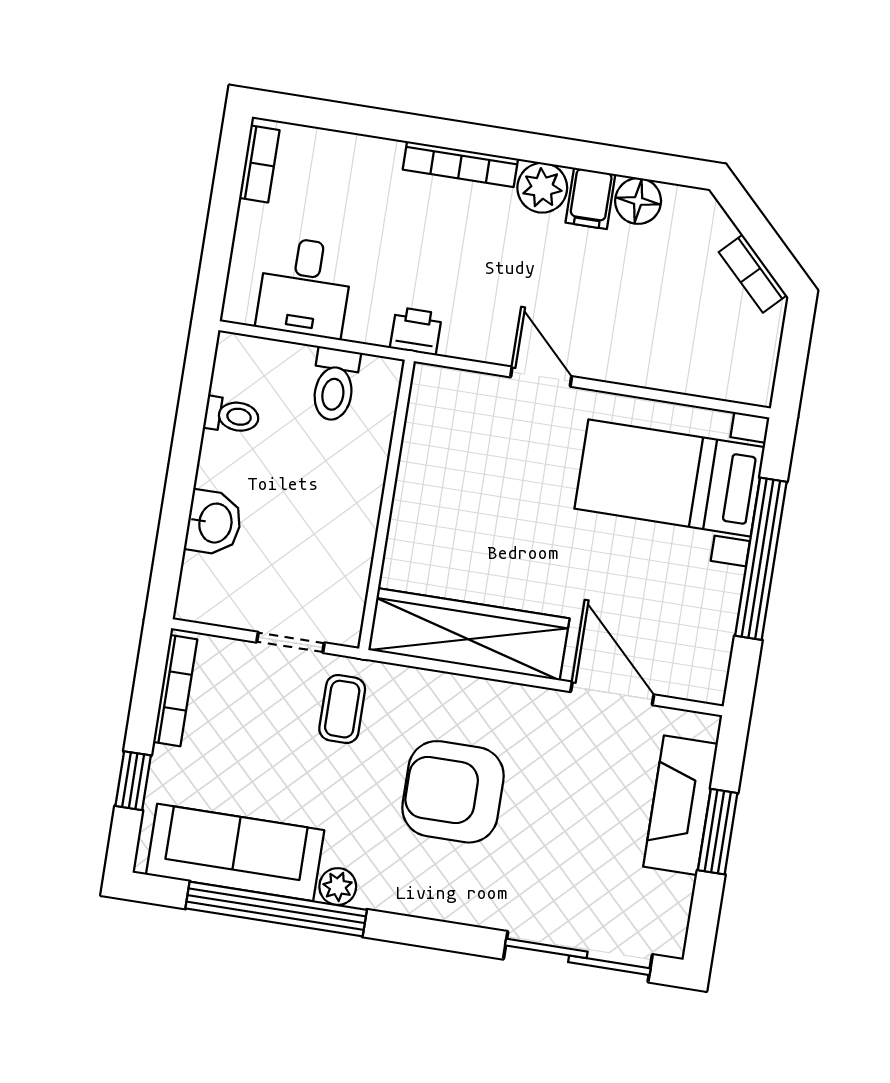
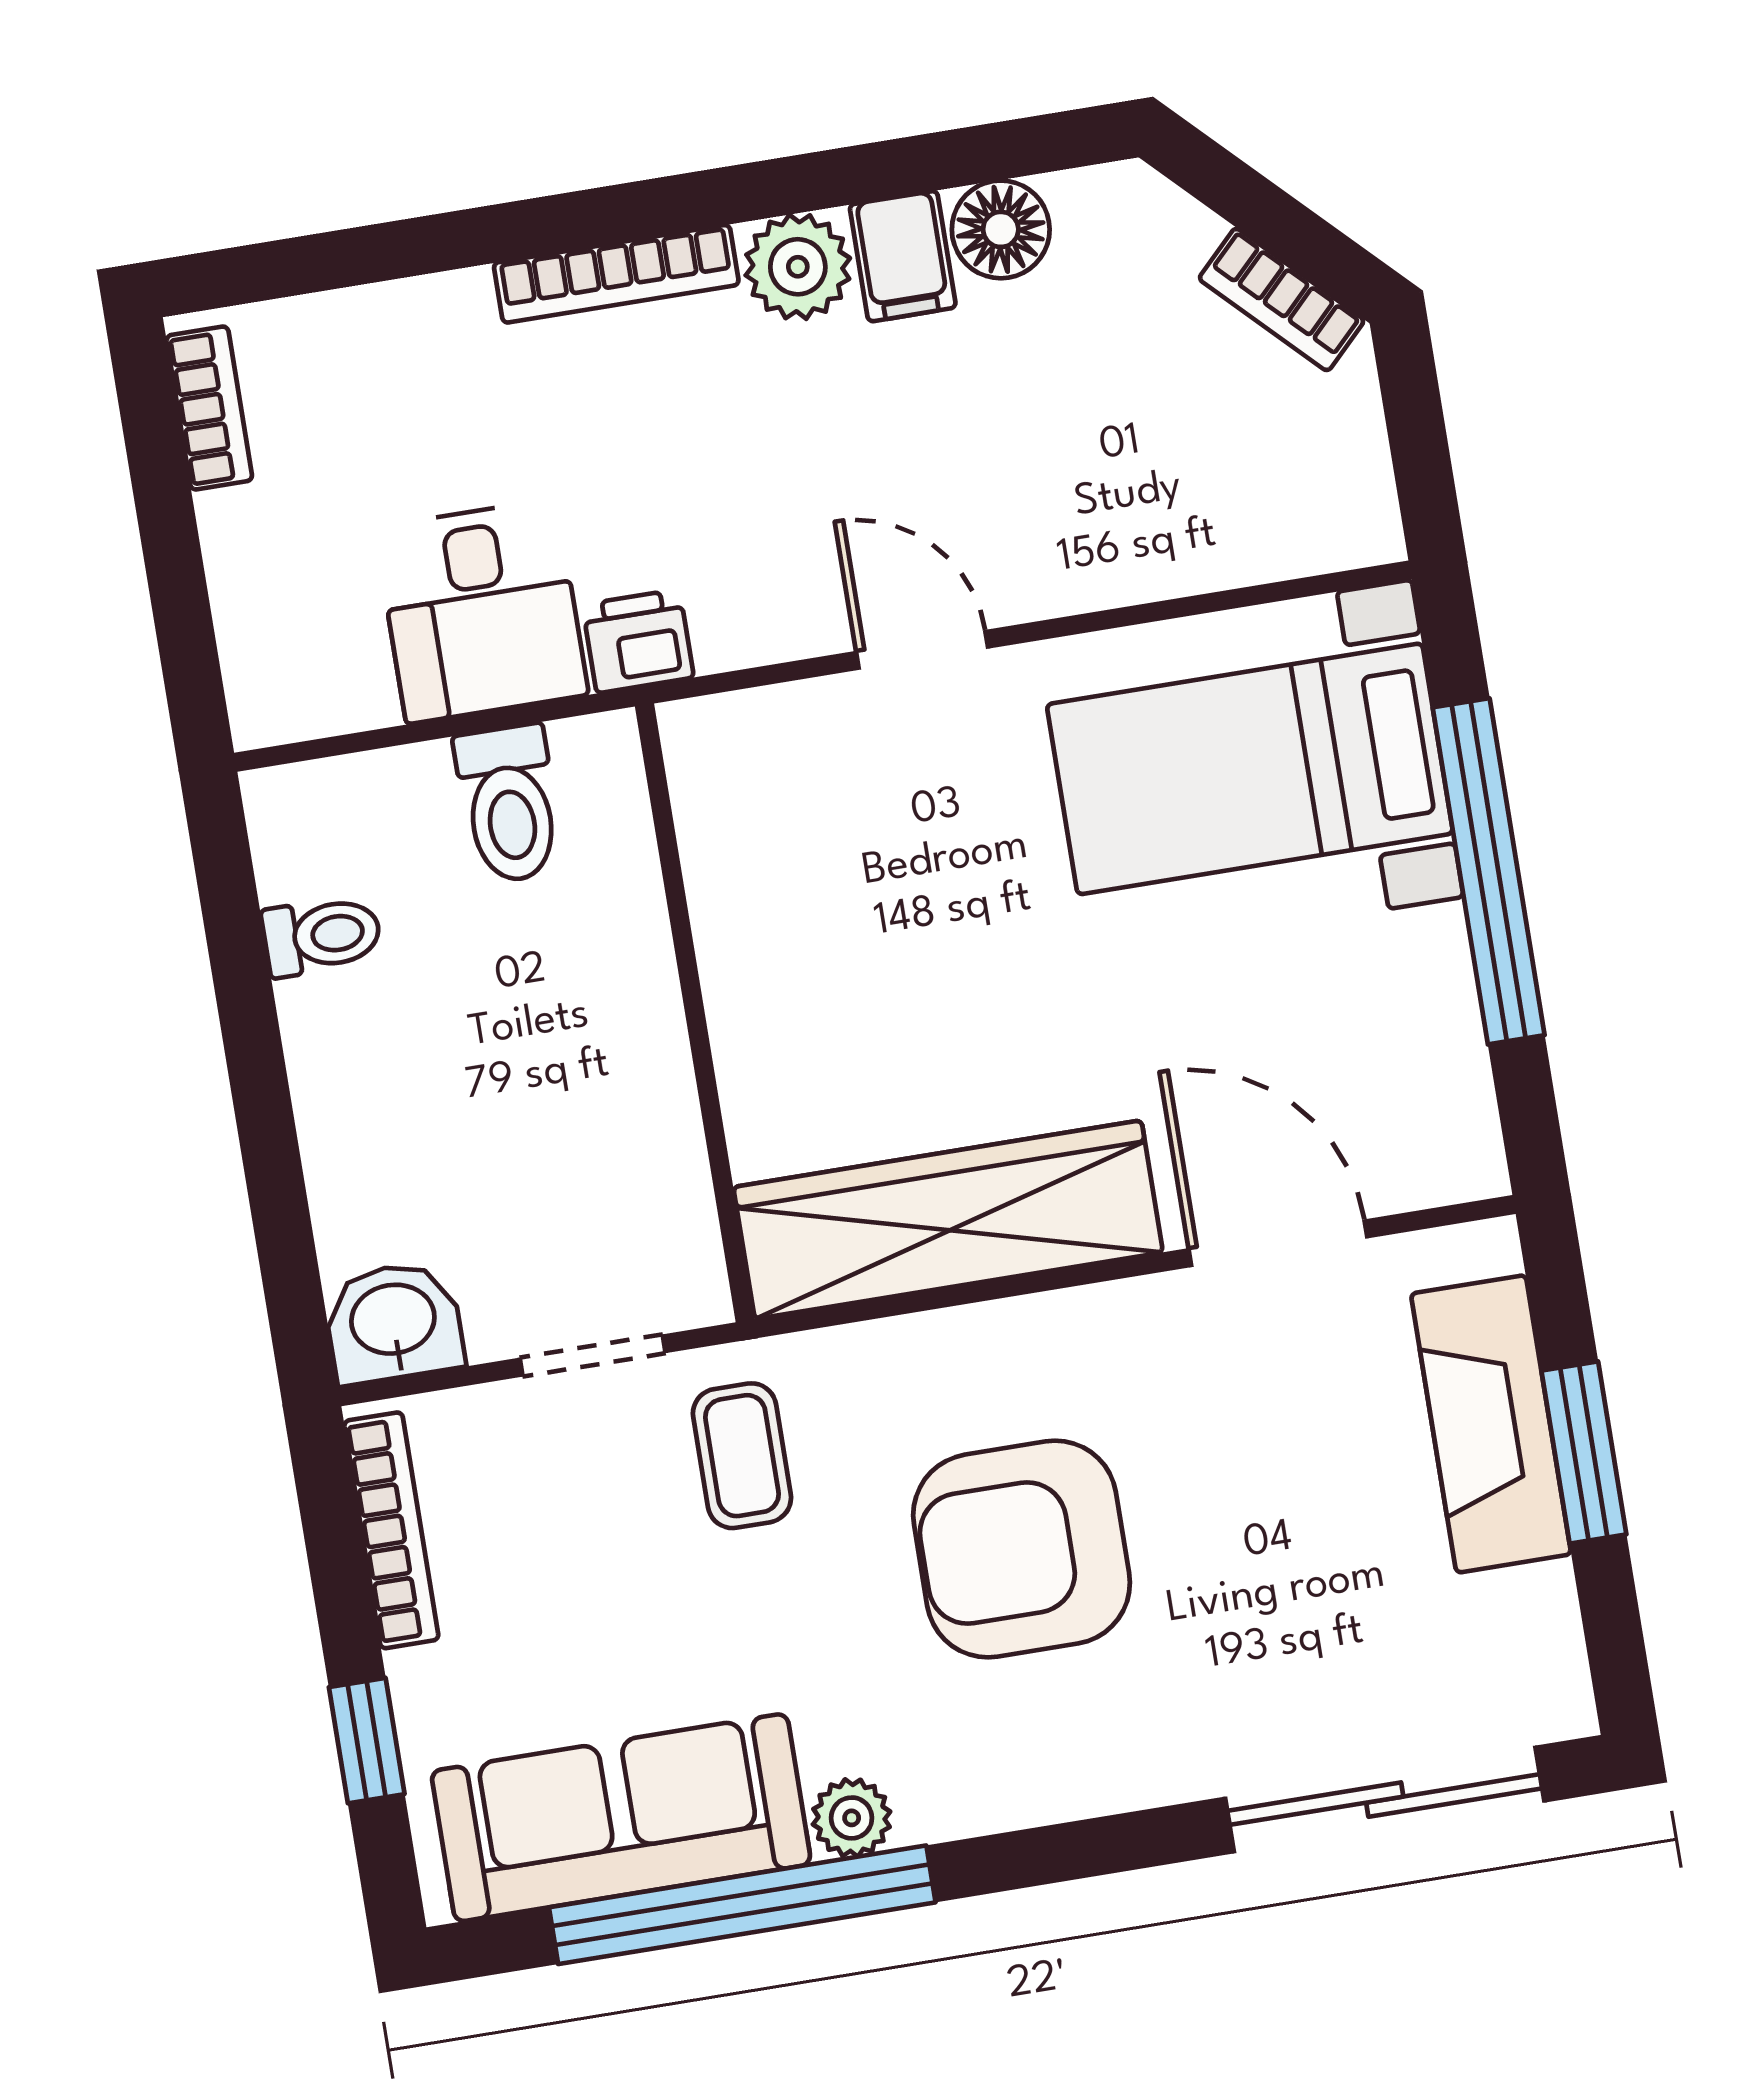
desk: (305, 287) -> (481, 611), moved
washbasin: (214, 523) -> (393, 1322), moved, turned -90

